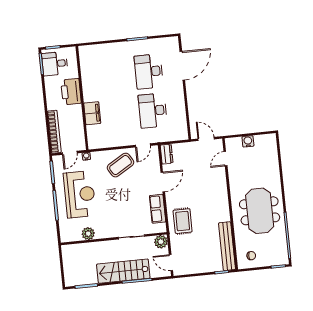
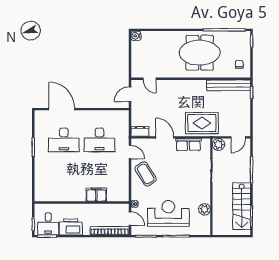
printer: (71, 92) -> (71, 227), moved, turned 180
water cooler: (248, 141) -> (136, 36), moved
rug: (183, 221) -> (202, 123), width x1.36, depth x1.43
stairs: (123, 271) -> (242, 206), moved

